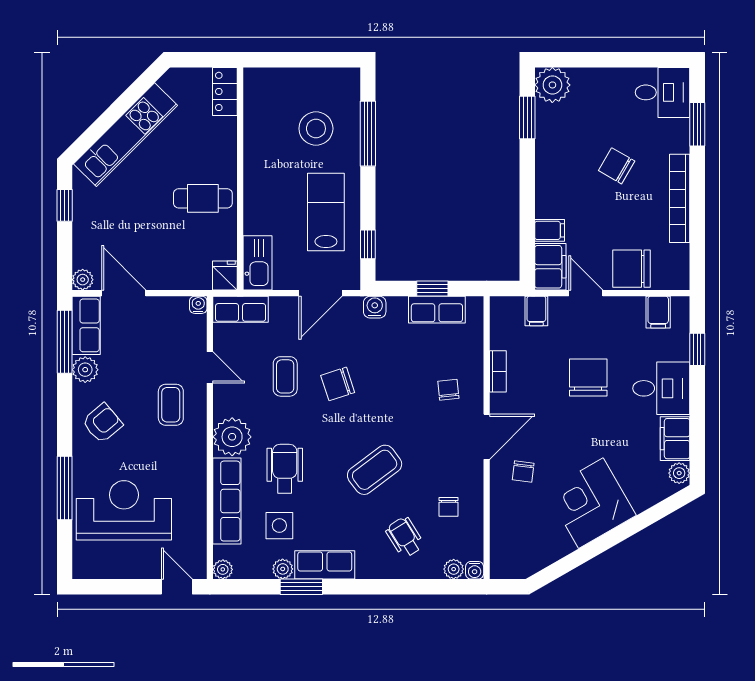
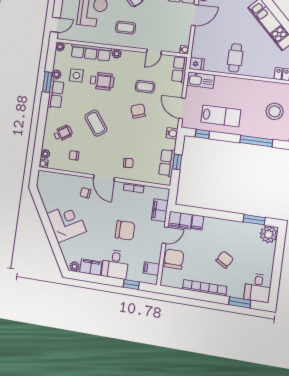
stool: (316, 129) -> (275, 111), moved
filing cabinet: (536, 311) -> (160, 210), width x2.00
coffee table: (171, 405) -> (126, 28), moved
plant: (232, 437) -> (117, 54), width x0.53, depth x0.53

